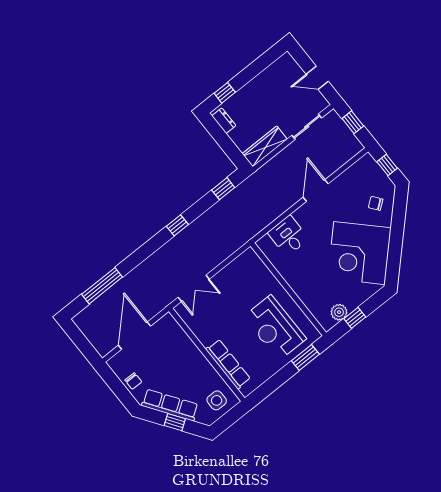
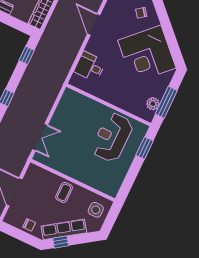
window: (355, 318) -> (166, 102), width x2.17
reception desk: (275, 328) -> (112, 137), turned 90
coffee table: (190, 364) -> (64, 192), added
row of seats: (228, 364) -> (91, 180), removed
window: (175, 422) -> (61, 242), moved

